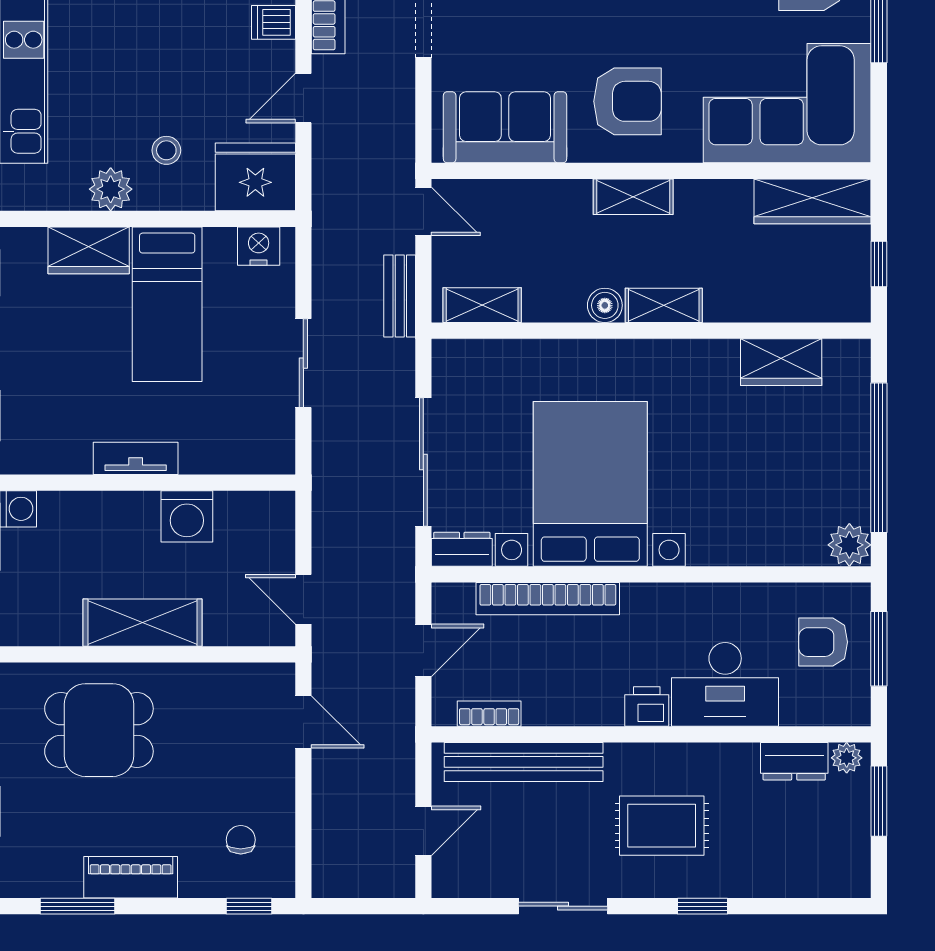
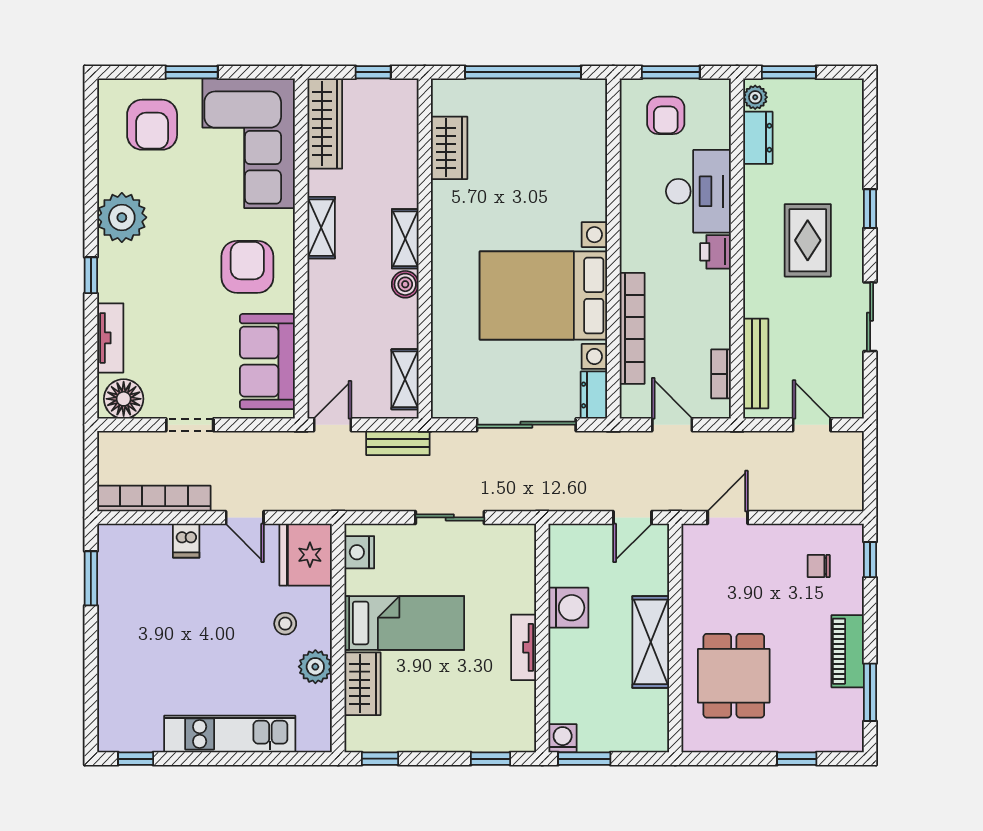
shelving: (633, 197) -> (321, 228), moved
plant: (849, 545) -> (591, 95), removed
bench: (524, 762) -> (756, 364), width x0.73, depth x0.82

